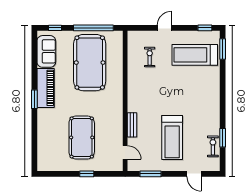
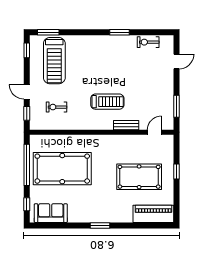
window: (144, 28) -> (27, 113), added
piano: (46, 88) -> (153, 214), moved
treadmill: (172, 137) -> (107, 102), moved, width x0.73, depth x0.73
window: (223, 138) -> (120, 32), moved

